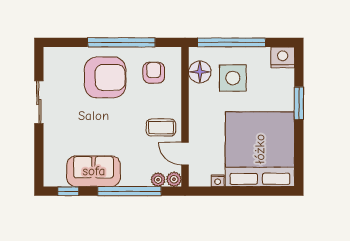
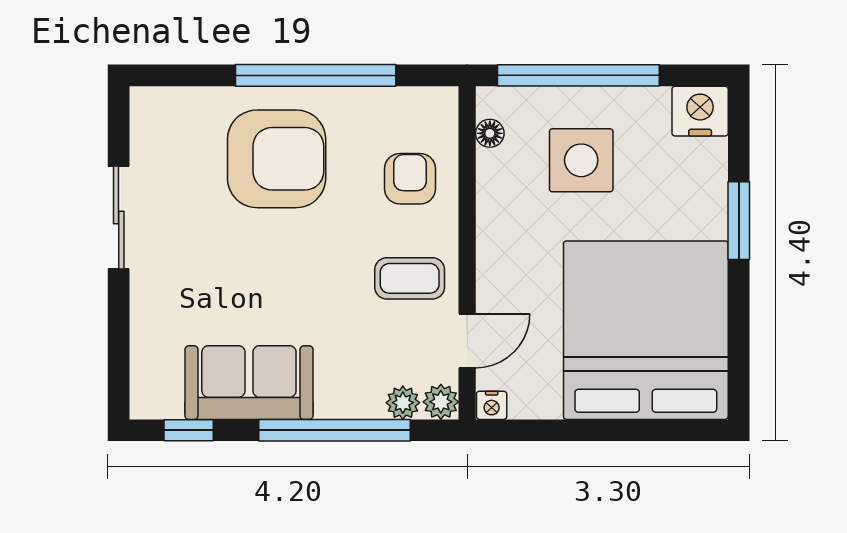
floor lamp: (200, 72) -> (490, 133), width x0.53, depth x0.53
armchair: (154, 73) -> (410, 179), moved
door: (185, 154) -> (467, 341), swing flipped
nightstand: (218, 181) -> (492, 405), moved

